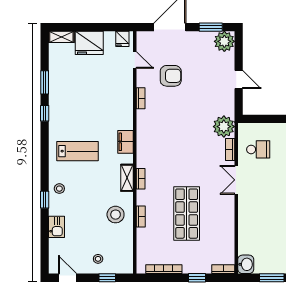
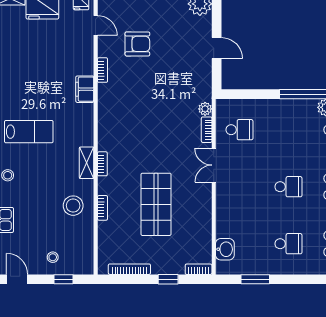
plant: (224, 127) -> (205, 109), width x0.53, depth x0.53
filing cabinet: (126, 142) -> (85, 89), moved
washbasin: (246, 264) -> (225, 249), moved

